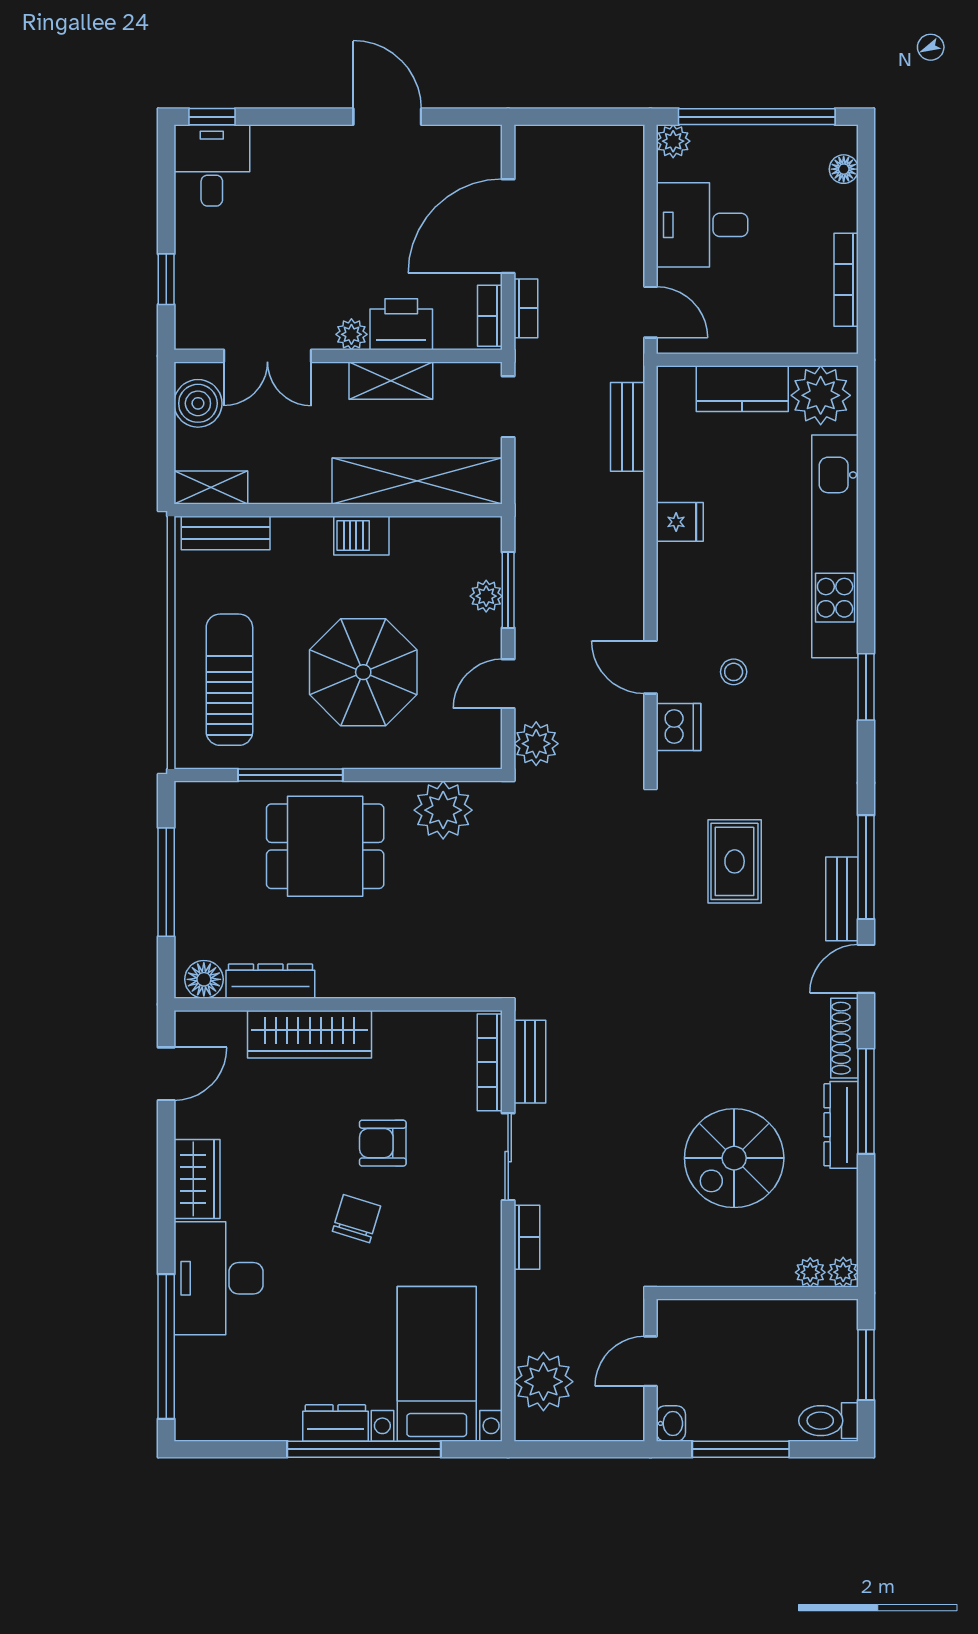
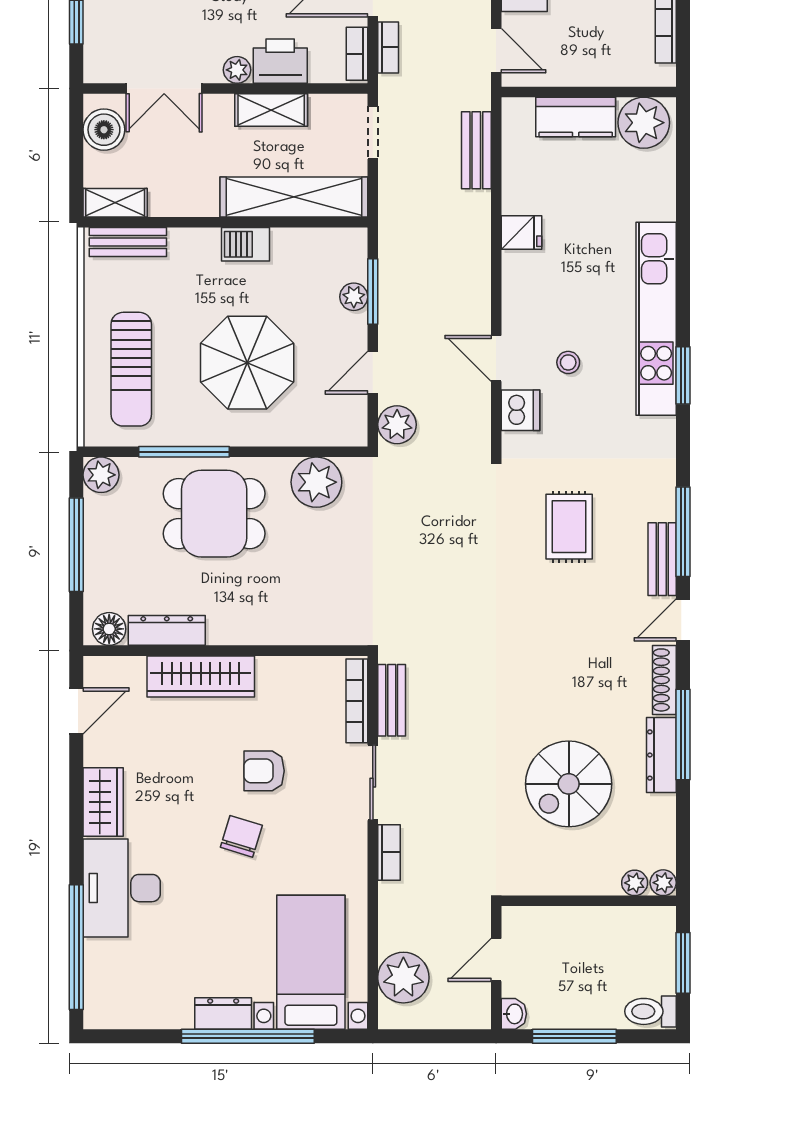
kitchen unit: (835, 546) -> (656, 319), moved
sun lounger: (229, 680) -> (131, 369), turned 180
plant: (195, 802) -> (101, 475), added

